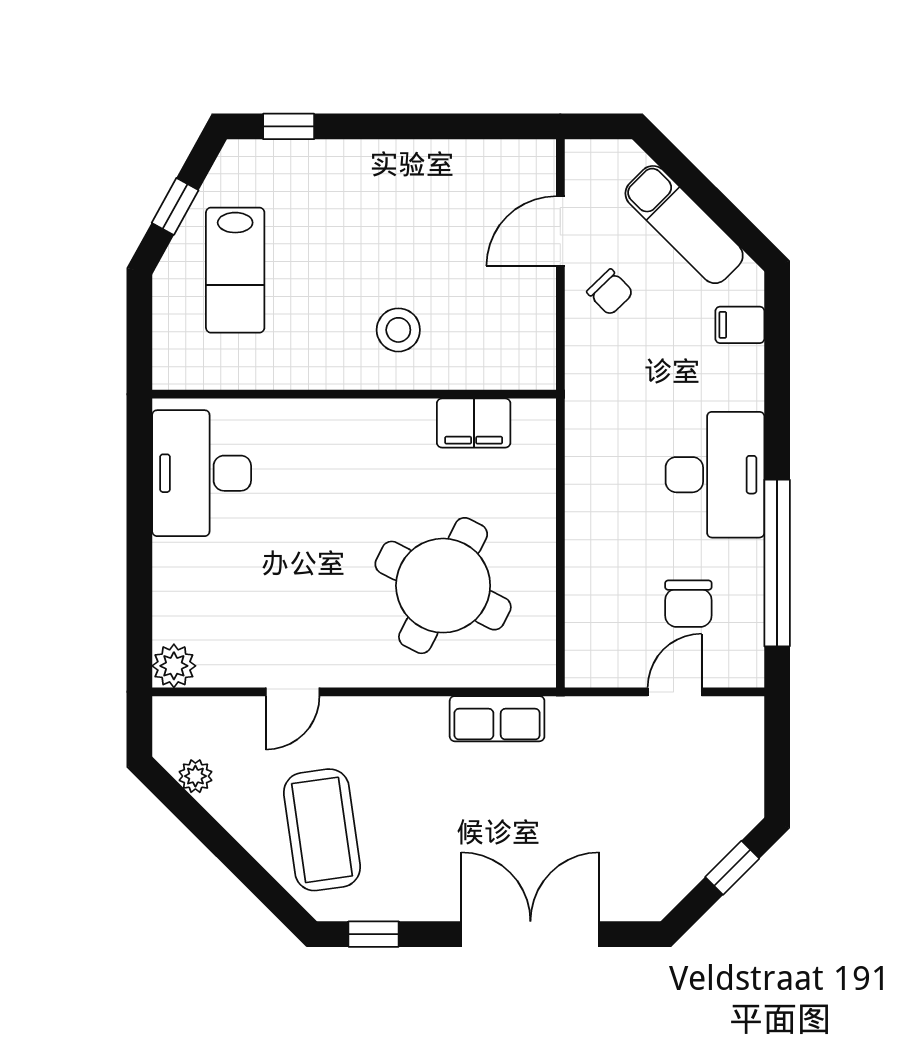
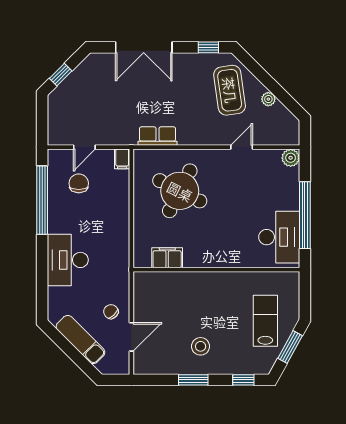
window: (410, 126) -> (193, 380), added
window: (175, 206) -> (290, 347), width x1.50
filing cabinet: (740, 325) -> (122, 159), moved, turned 90
stool: (398, 330) -> (201, 346), moved
desk: (715, 475) -> (68, 260), moved
window: (139, 526) -> (305, 215), added
plant: (195, 776) -> (268, 99), moved

